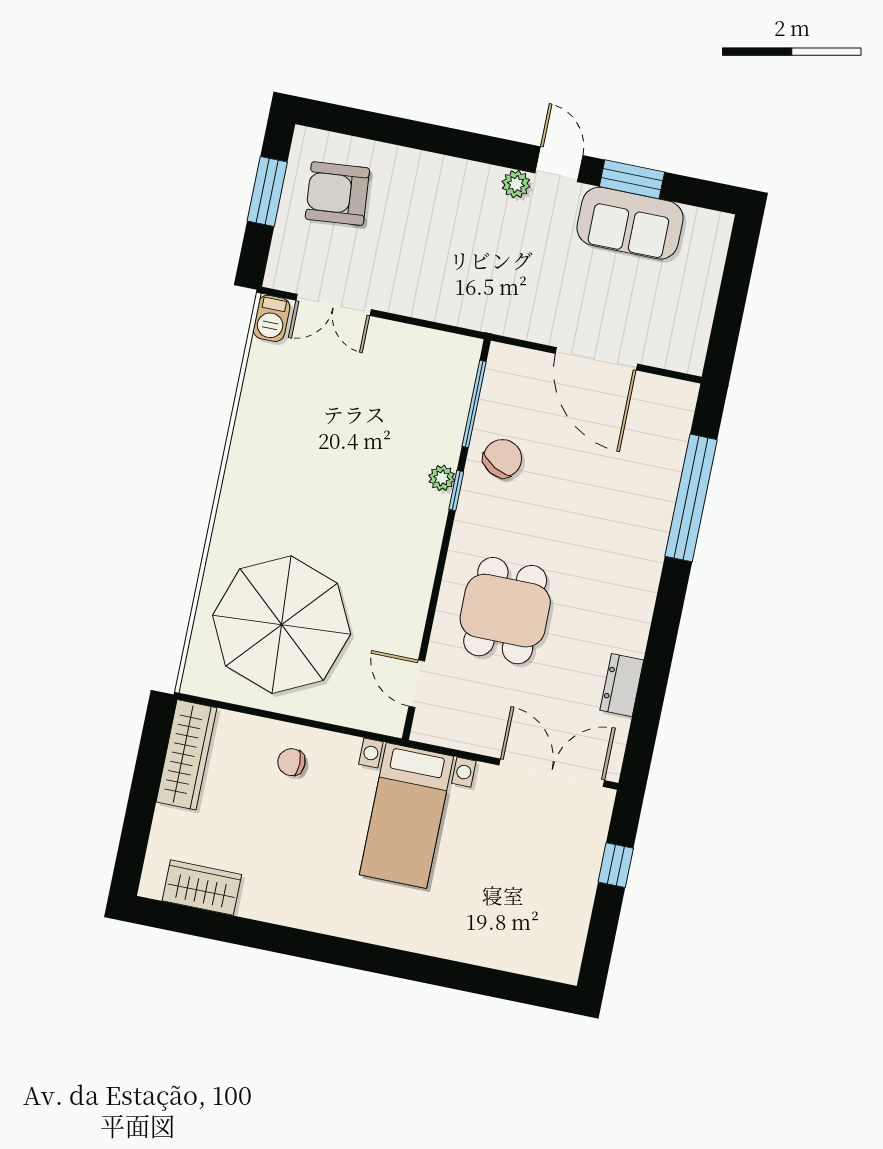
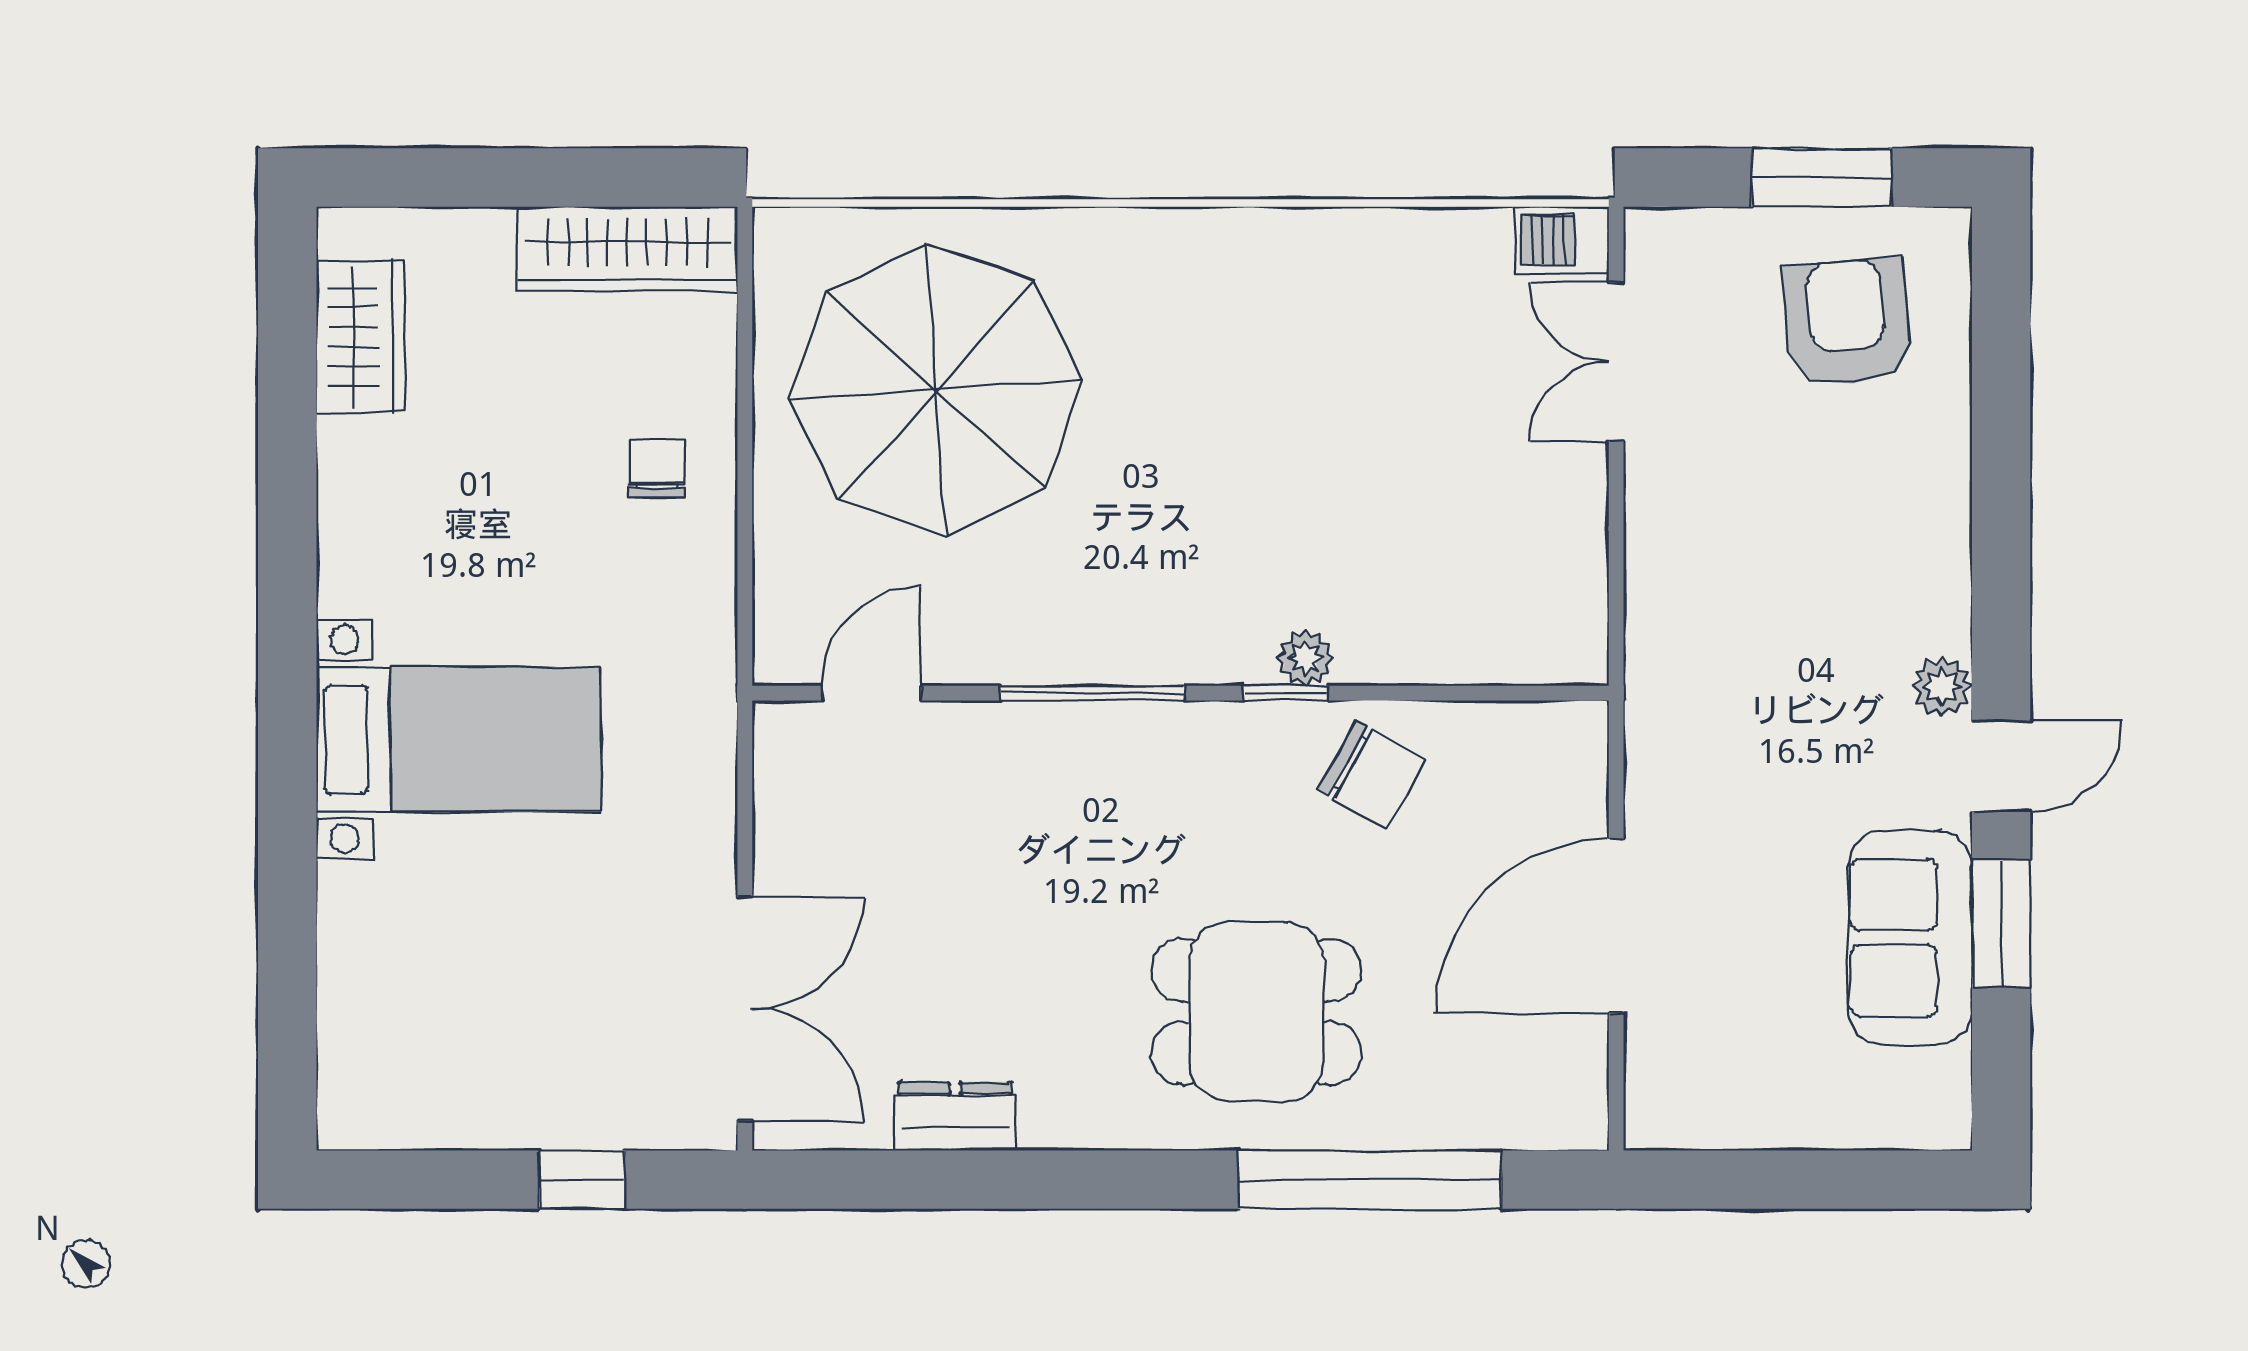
window: (474, 404) -> (1092, 693), moved
dining table: (505, 611) -> (1256, 1012), moved
bed with nightstands: (406, 816) -> (458, 739), moved, turned 180

